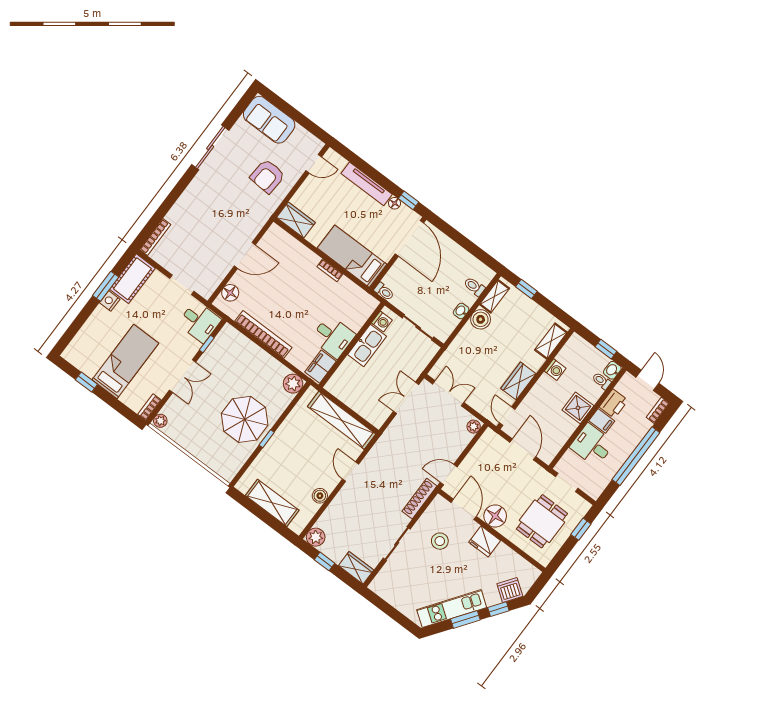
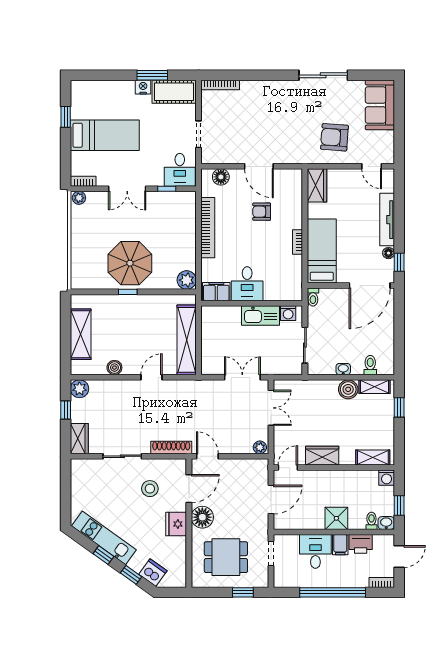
armchair: (283, 281) -> (262, 212), added
washing machine: (555, 370) -> (387, 478), moved
window: (465, 619) -> (103, 555), width x0.67

